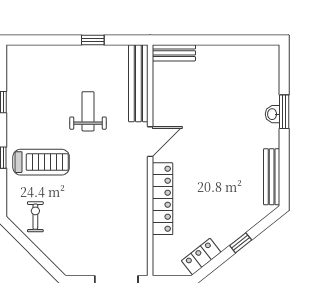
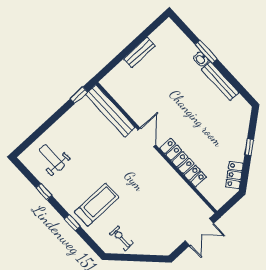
window: (93, 40) -> (79, 95), moved
bench: (174, 53) -> (140, 52), moved
weight bench: (88, 111) -> (52, 158), moved
bench: (272, 177) -> (220, 81), moved

